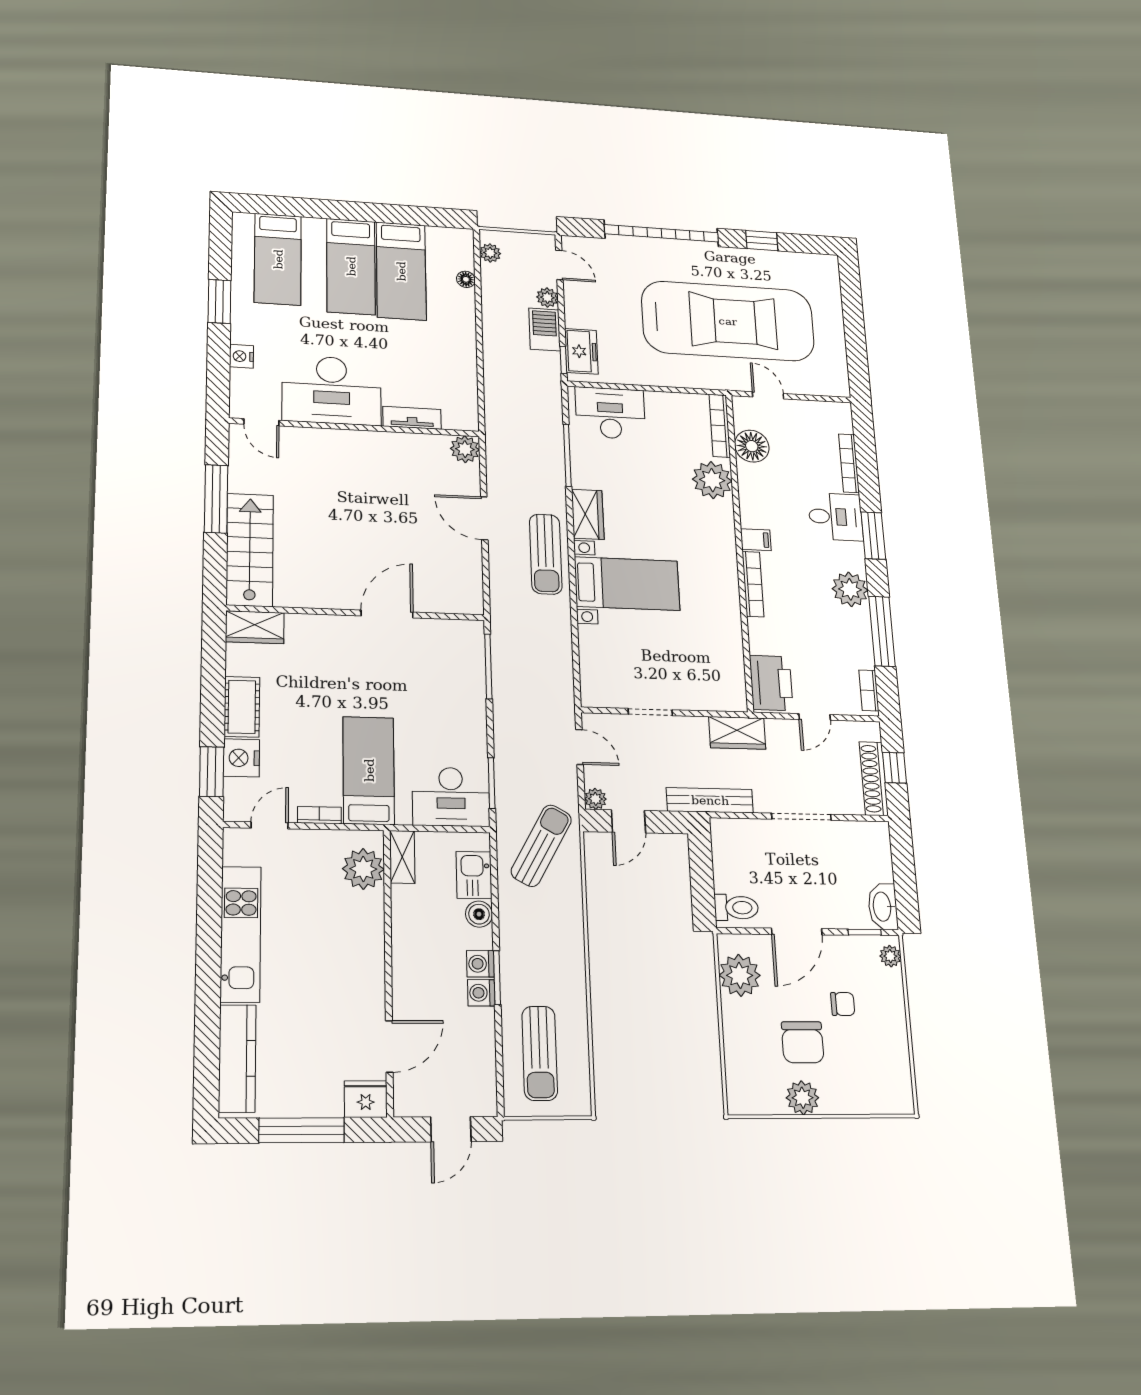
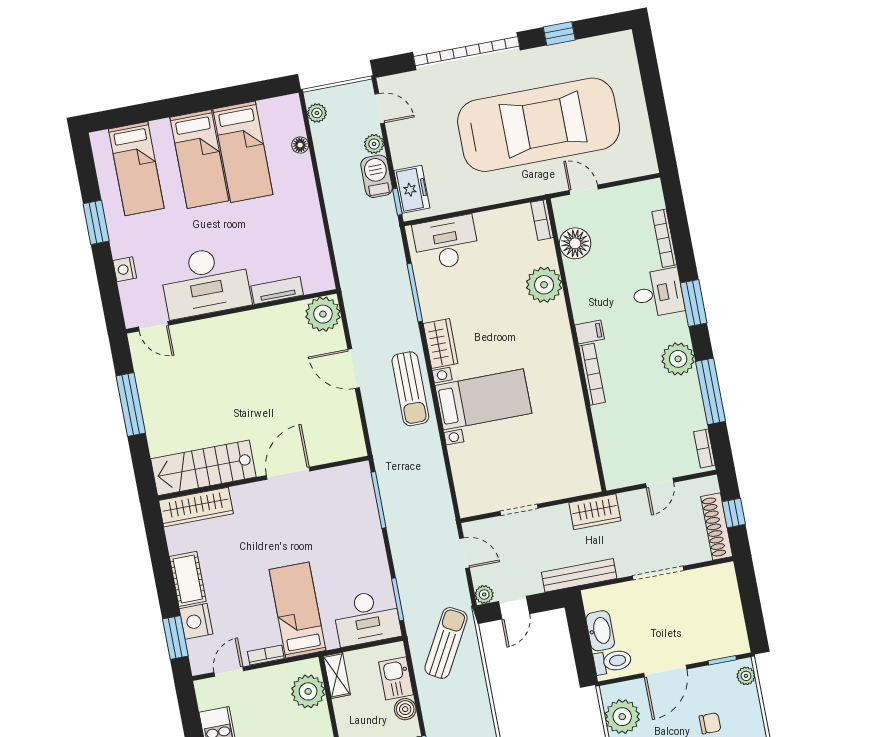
bookcase: (720, 426) -> (542, 220), width x0.64
plant: (465, 449) -> (323, 314), width x1.36, depth x1.36
stairs: (250, 550) -> (203, 468), moved, turned -90
wardrobe: (255, 627) -> (196, 507), width x1.50
printer: (771, 683) -> (619, 461), removed
washbasin: (883, 907) -> (600, 631), moved, turned 180

